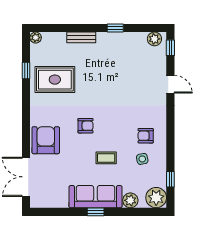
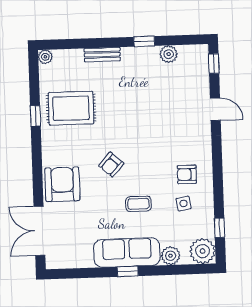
plant: (154, 39) -> (169, 54), moved
window: (26, 71) -> (35, 116), moved
armchair: (85, 126) -> (111, 164), turned 132

